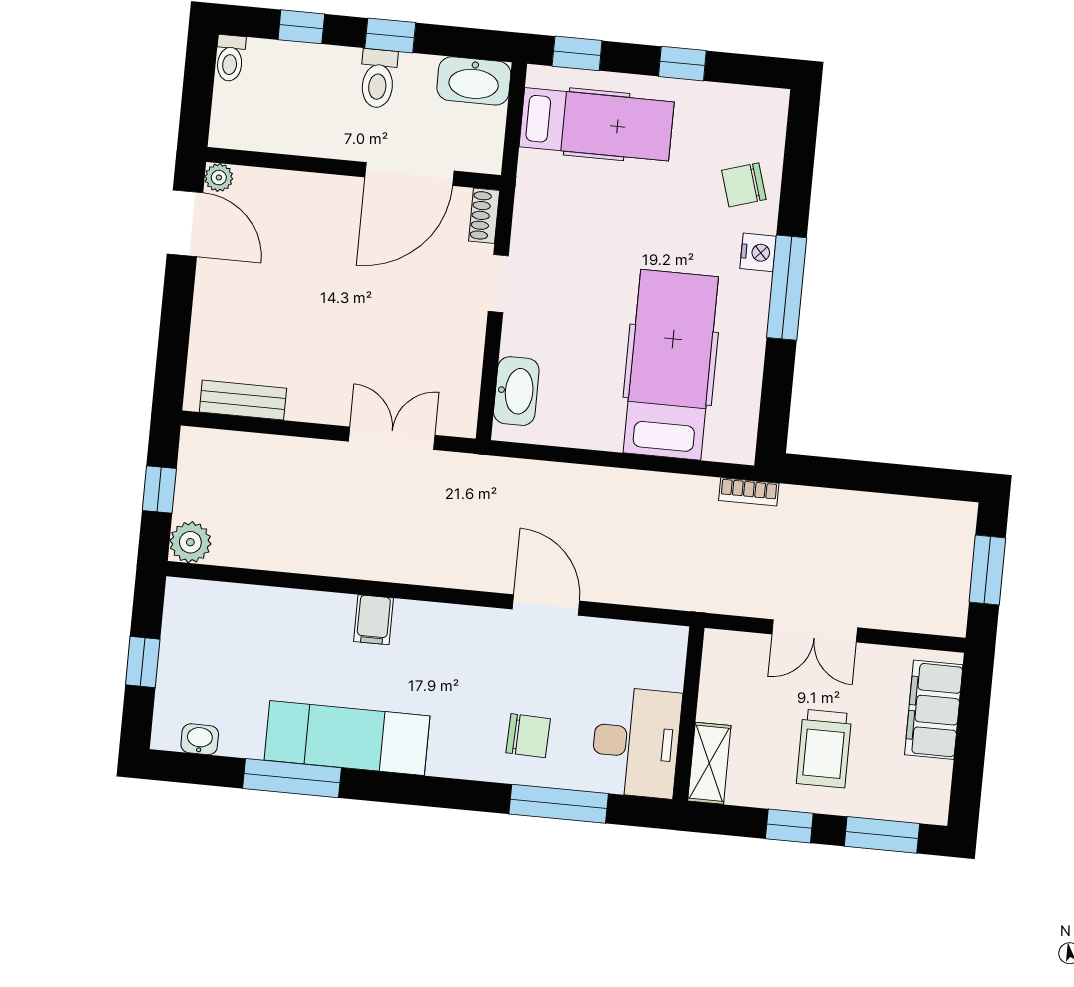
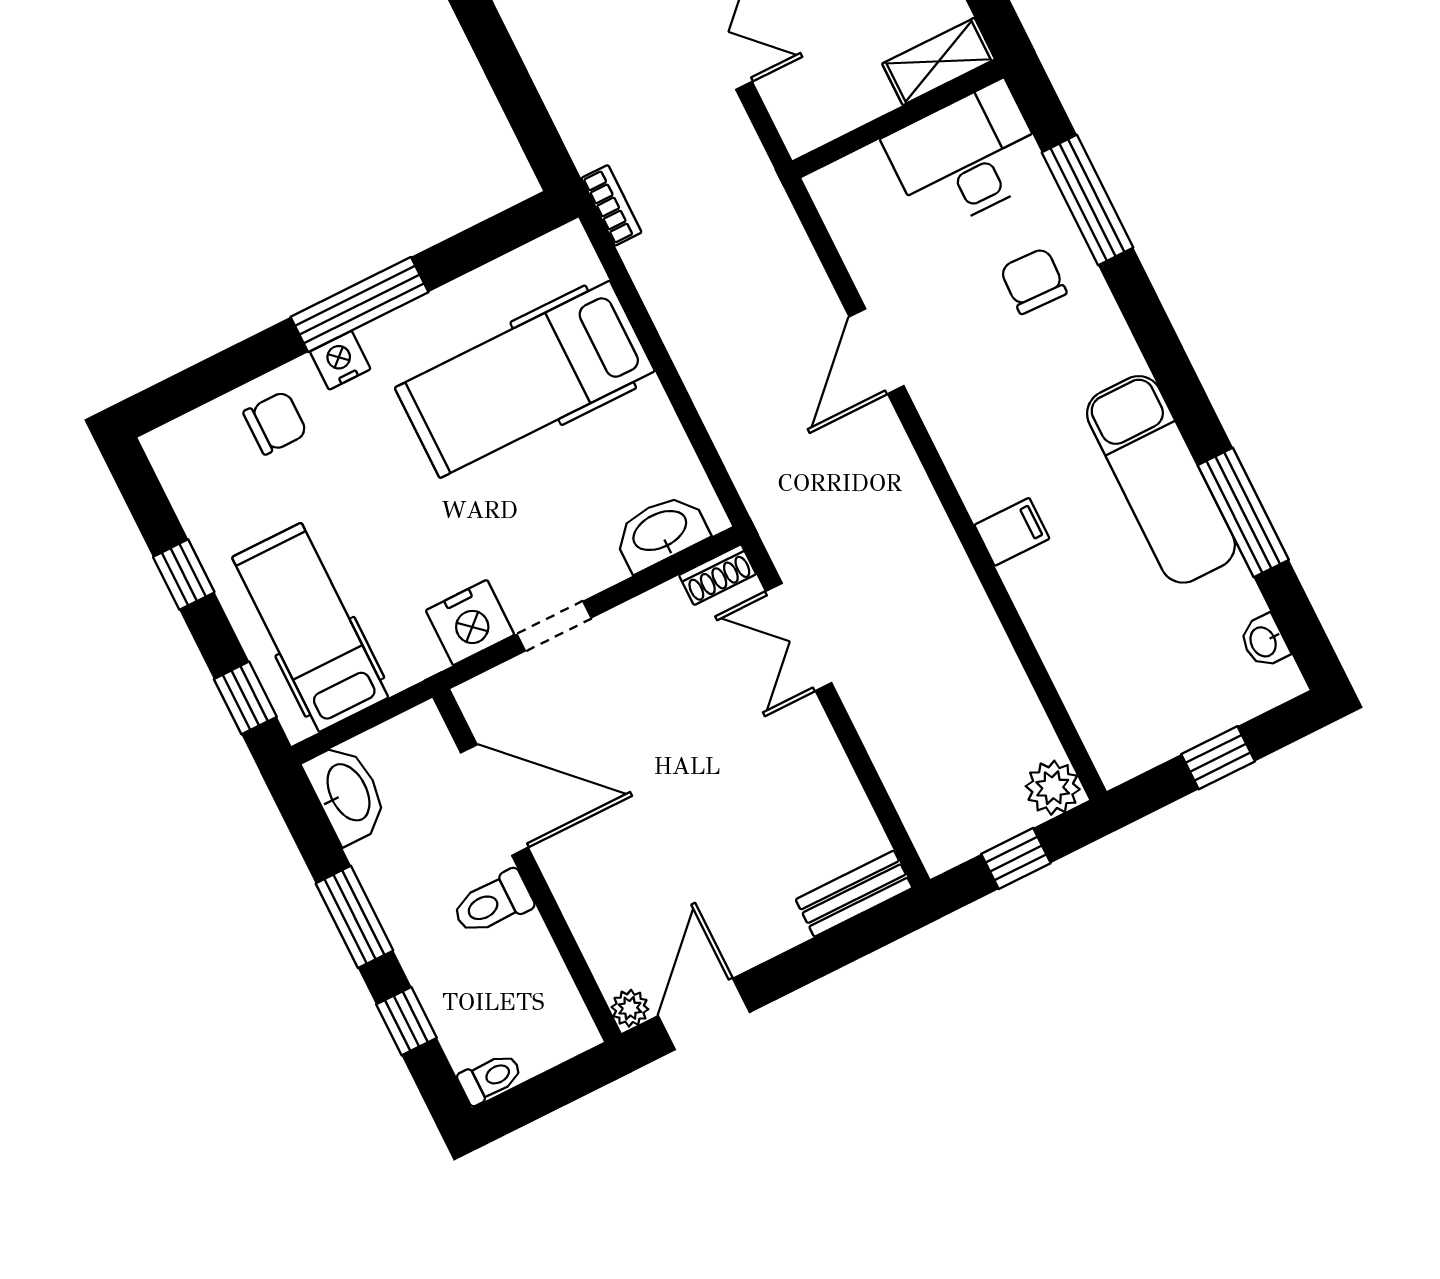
window: (390, 35) -> (354, 917), width x1.50
toilet: (378, 79) -> (493, 903), moved, turned 180
chair: (744, 185) -> (275, 423), turned -73
shoe rack: (484, 216) -> (718, 575), moved
nightstand: (535, 230) -> (470, 623), added
bench: (243, 400) -> (854, 894), moved, turned 90

